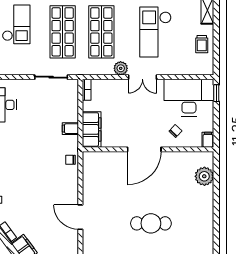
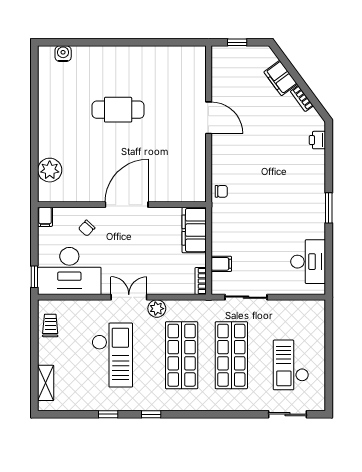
trolley: (202, 44) -> (50, 325), moved
filing cabinet: (70, 129) -> (221, 264), moved

